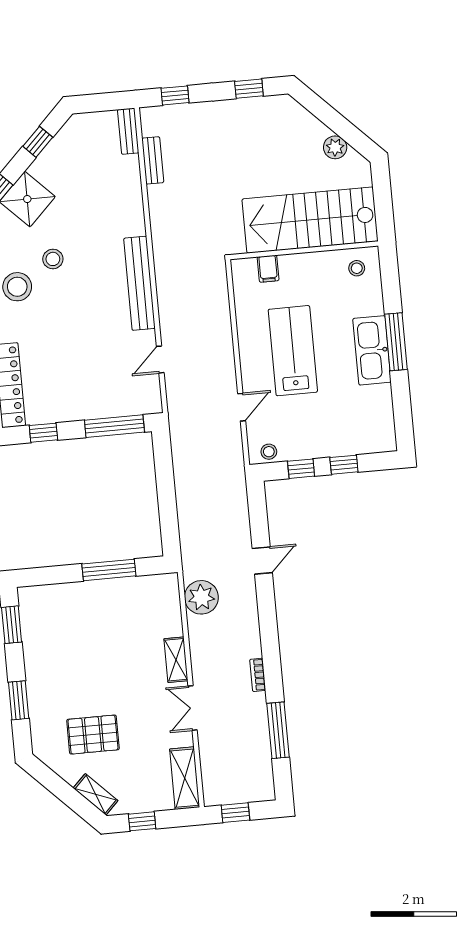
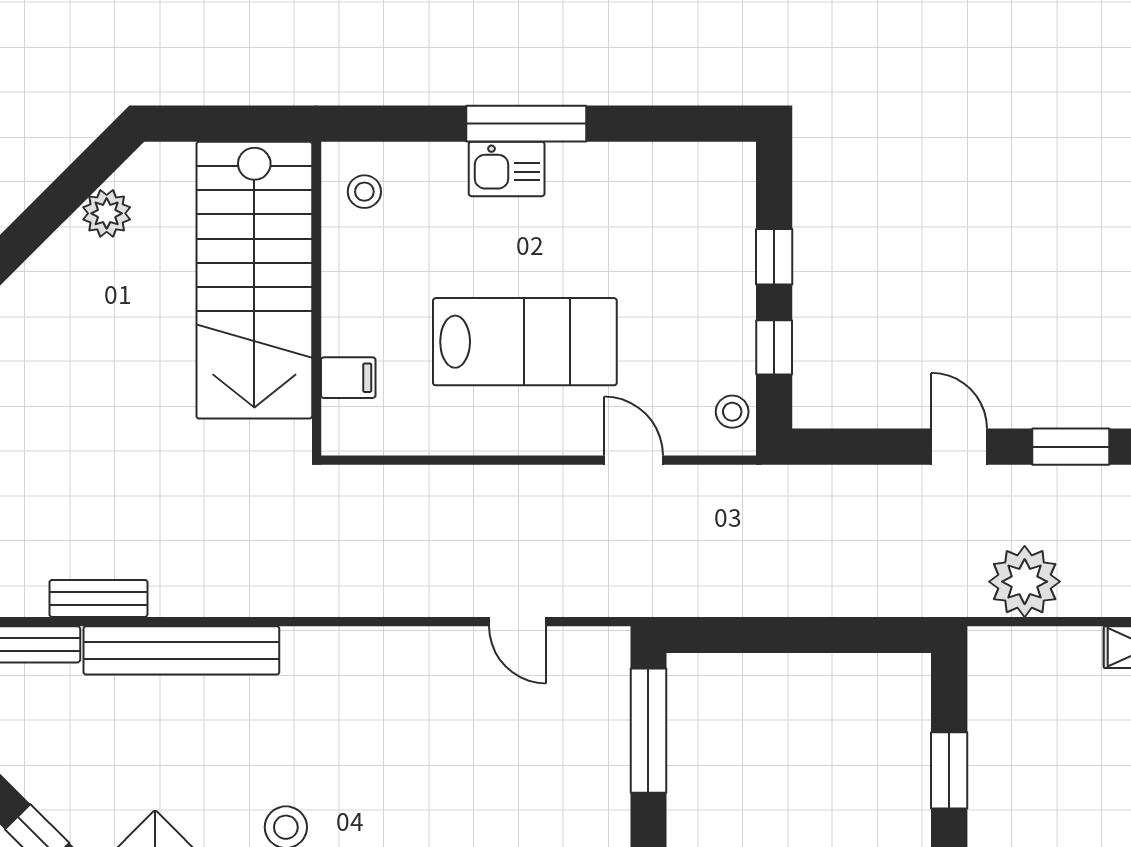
bench: (139, 283) -> (181, 650), moved
kitchen sink: (372, 350) -> (507, 169), width x0.53, depth x0.81
lab bench: (293, 351) -> (525, 342), turned 180
window: (109, 570) -> (949, 770), width x0.69
window: (267, 613) -> (1071, 447), added

